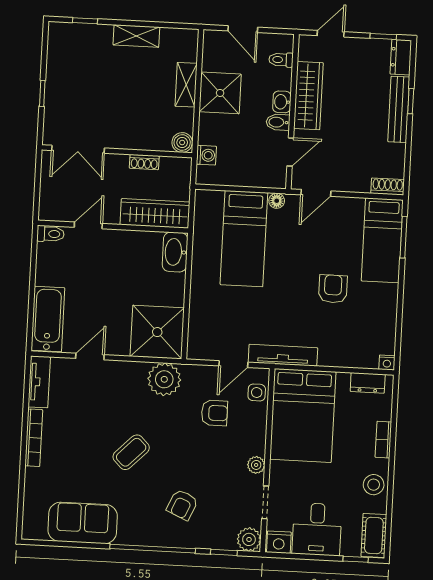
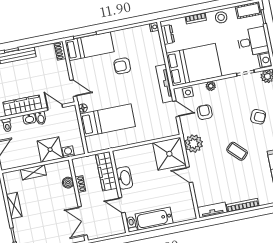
shower: (220, 93) -> (50, 150), moved
boiler: (182, 142) -> (68, 183), moved
double door: (78, 149) -> (83, 221), swing flipped
washbasin: (175, 252) -> (124, 178), moved, turned -90
bathtub: (48, 319) -> (154, 219), moved
door: (90, 357) -> (189, 175), moved
plant: (256, 465) -> (211, 86), moved

